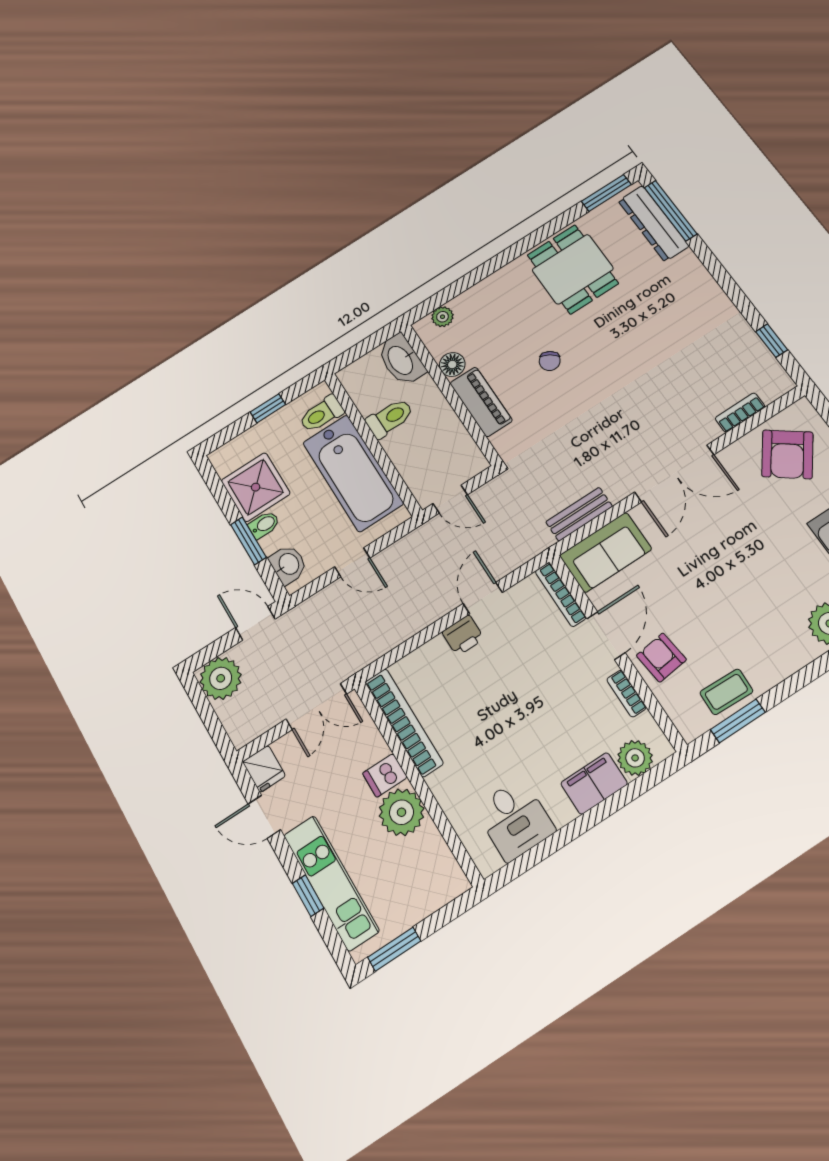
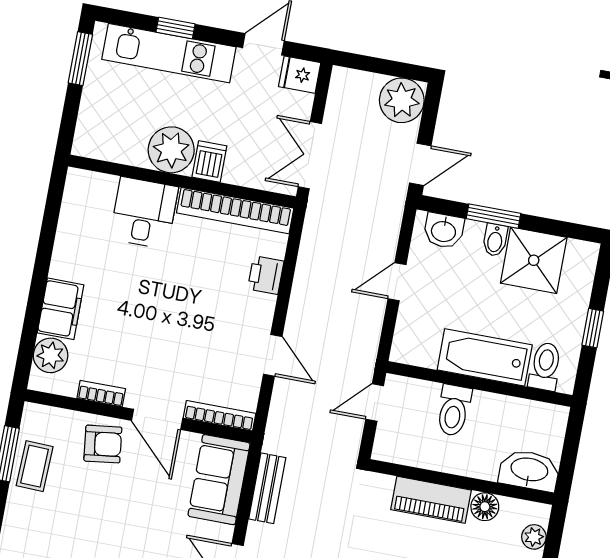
toilet: (390, 418) -> (454, 410), moved
bathtub: (353, 473) -> (485, 357), width x0.73, depth x0.73
printer: (463, 635) -> (266, 275), moved
desk: (515, 819) -> (144, 213), moved, turned 90

